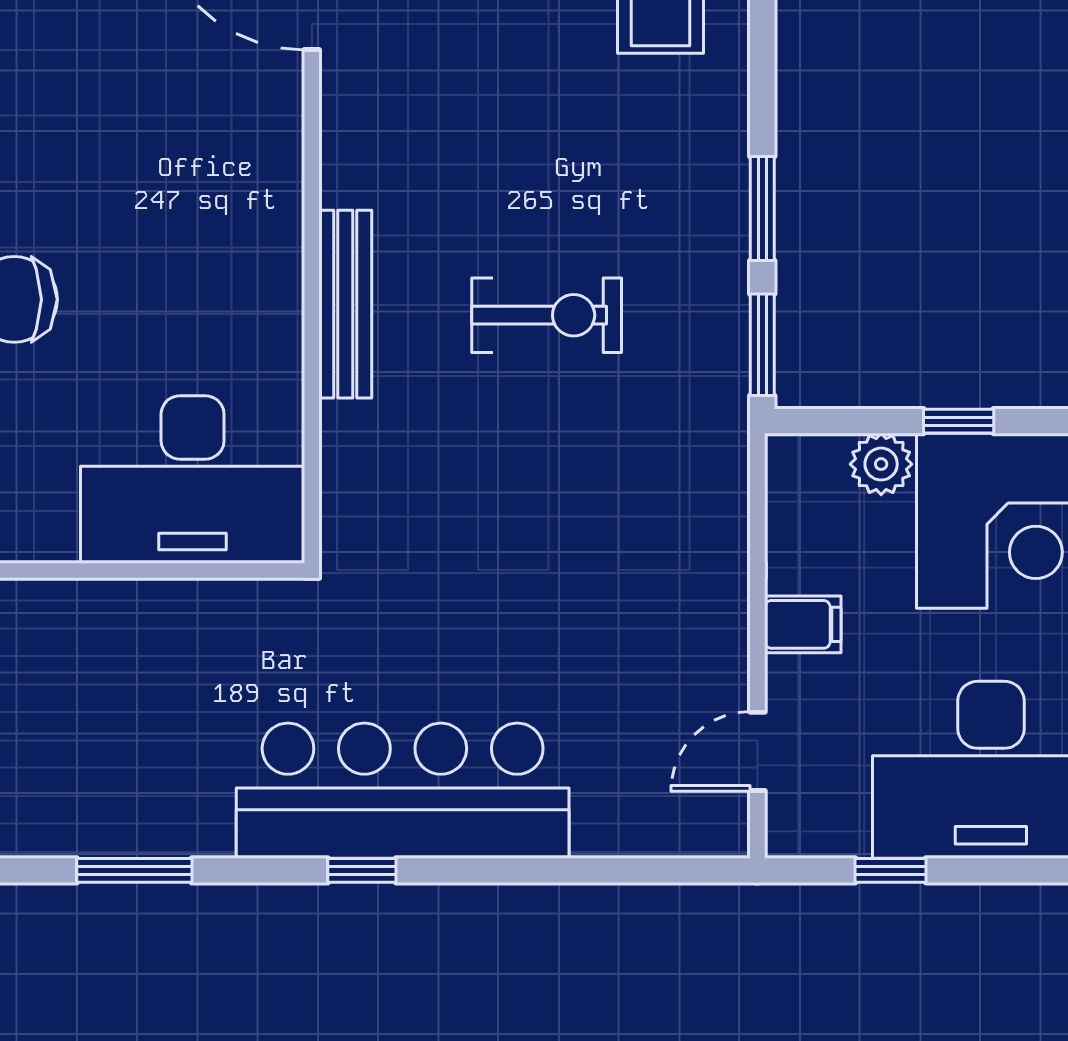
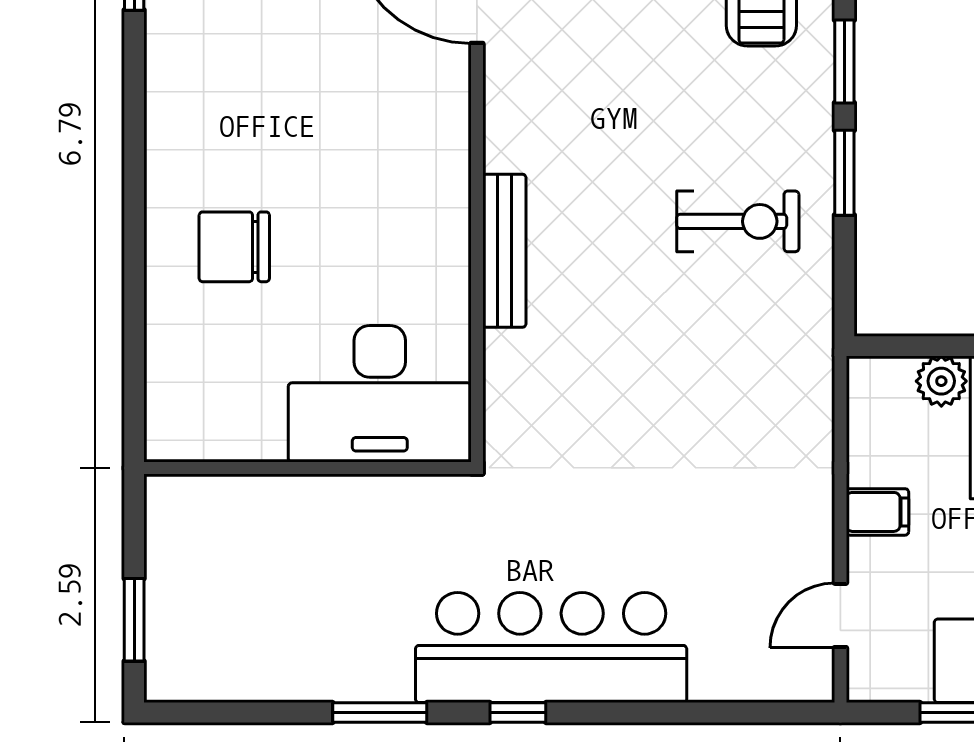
exercise bike: (547, 315) -> (738, 221), moved
window: (762, 345) -> (844, 61), moved
window: (134, 870) -> (380, 713), moved

